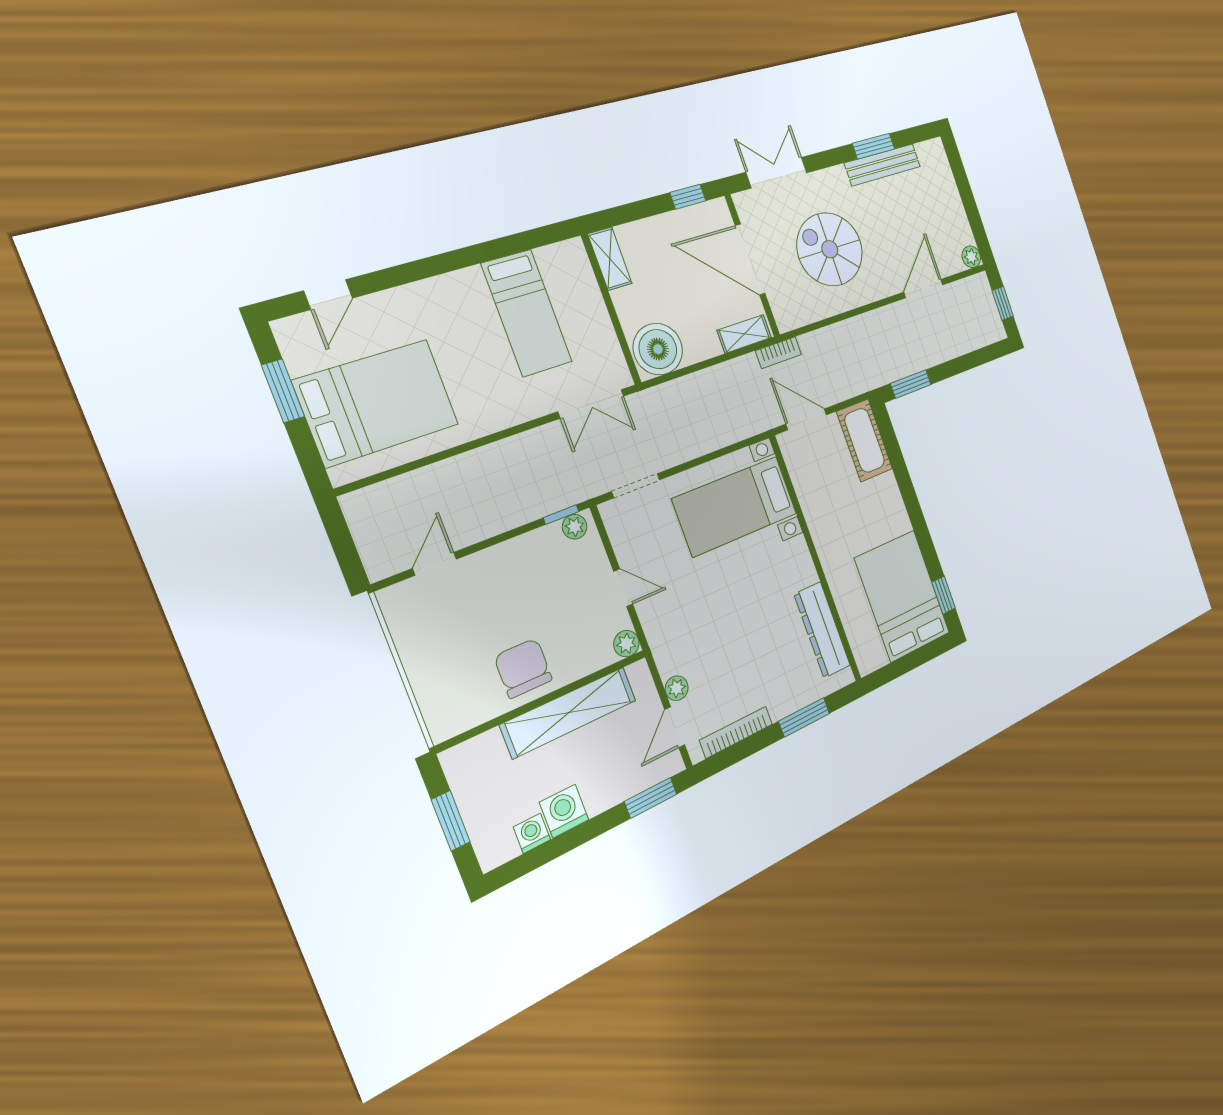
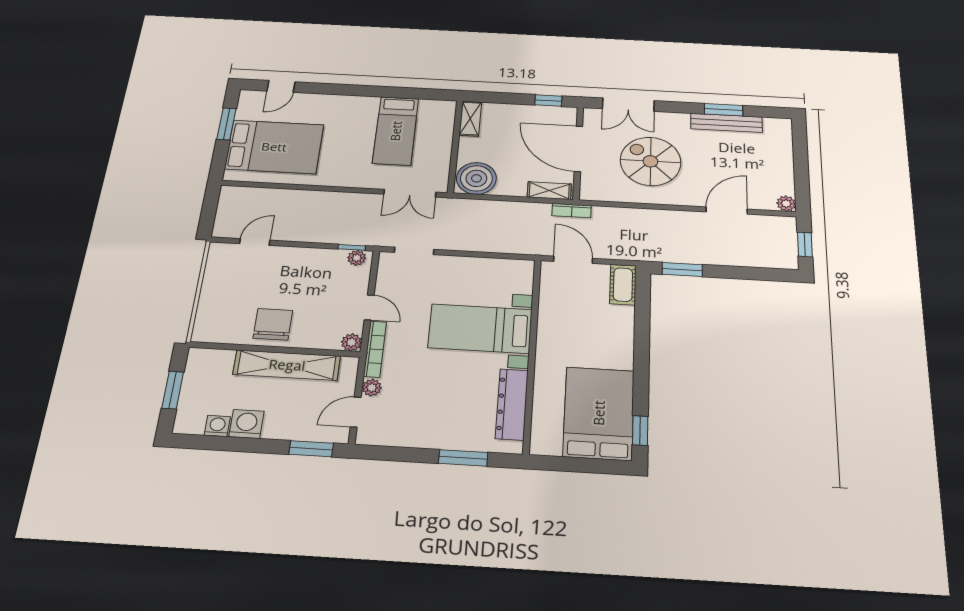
double door: (777, 173) -> (628, 105), swing flipped
cot: (864, 440) -> (623, 285), width x0.73, depth x0.75
bed with nightstands: (735, 506) -> (480, 329), moved
bookcase: (736, 732) -> (375, 349), moved, turned 90

